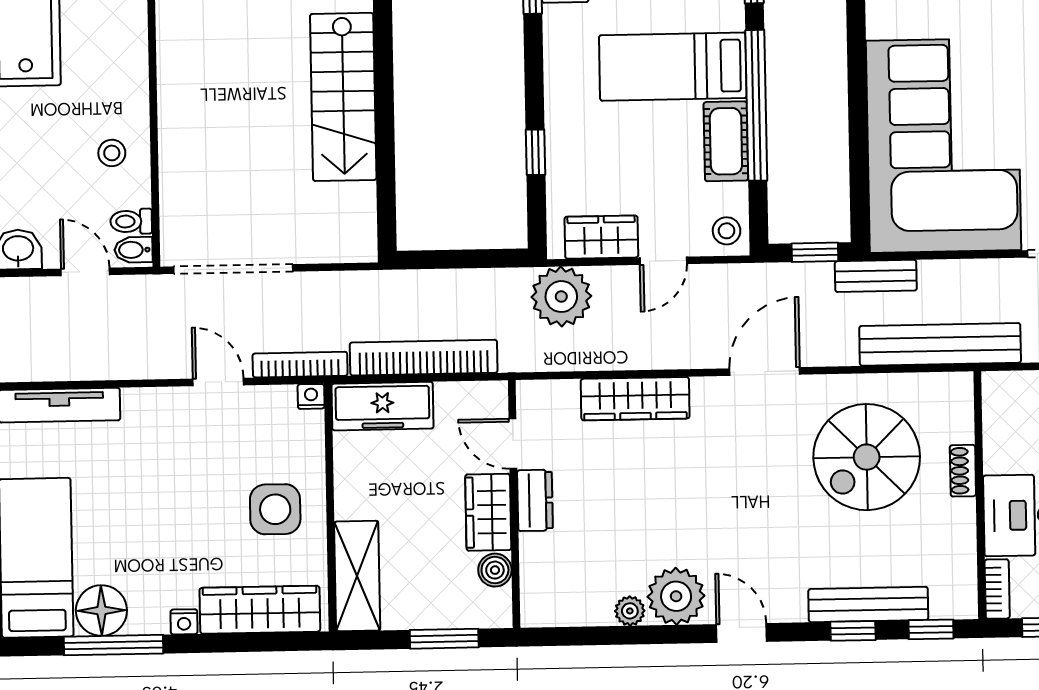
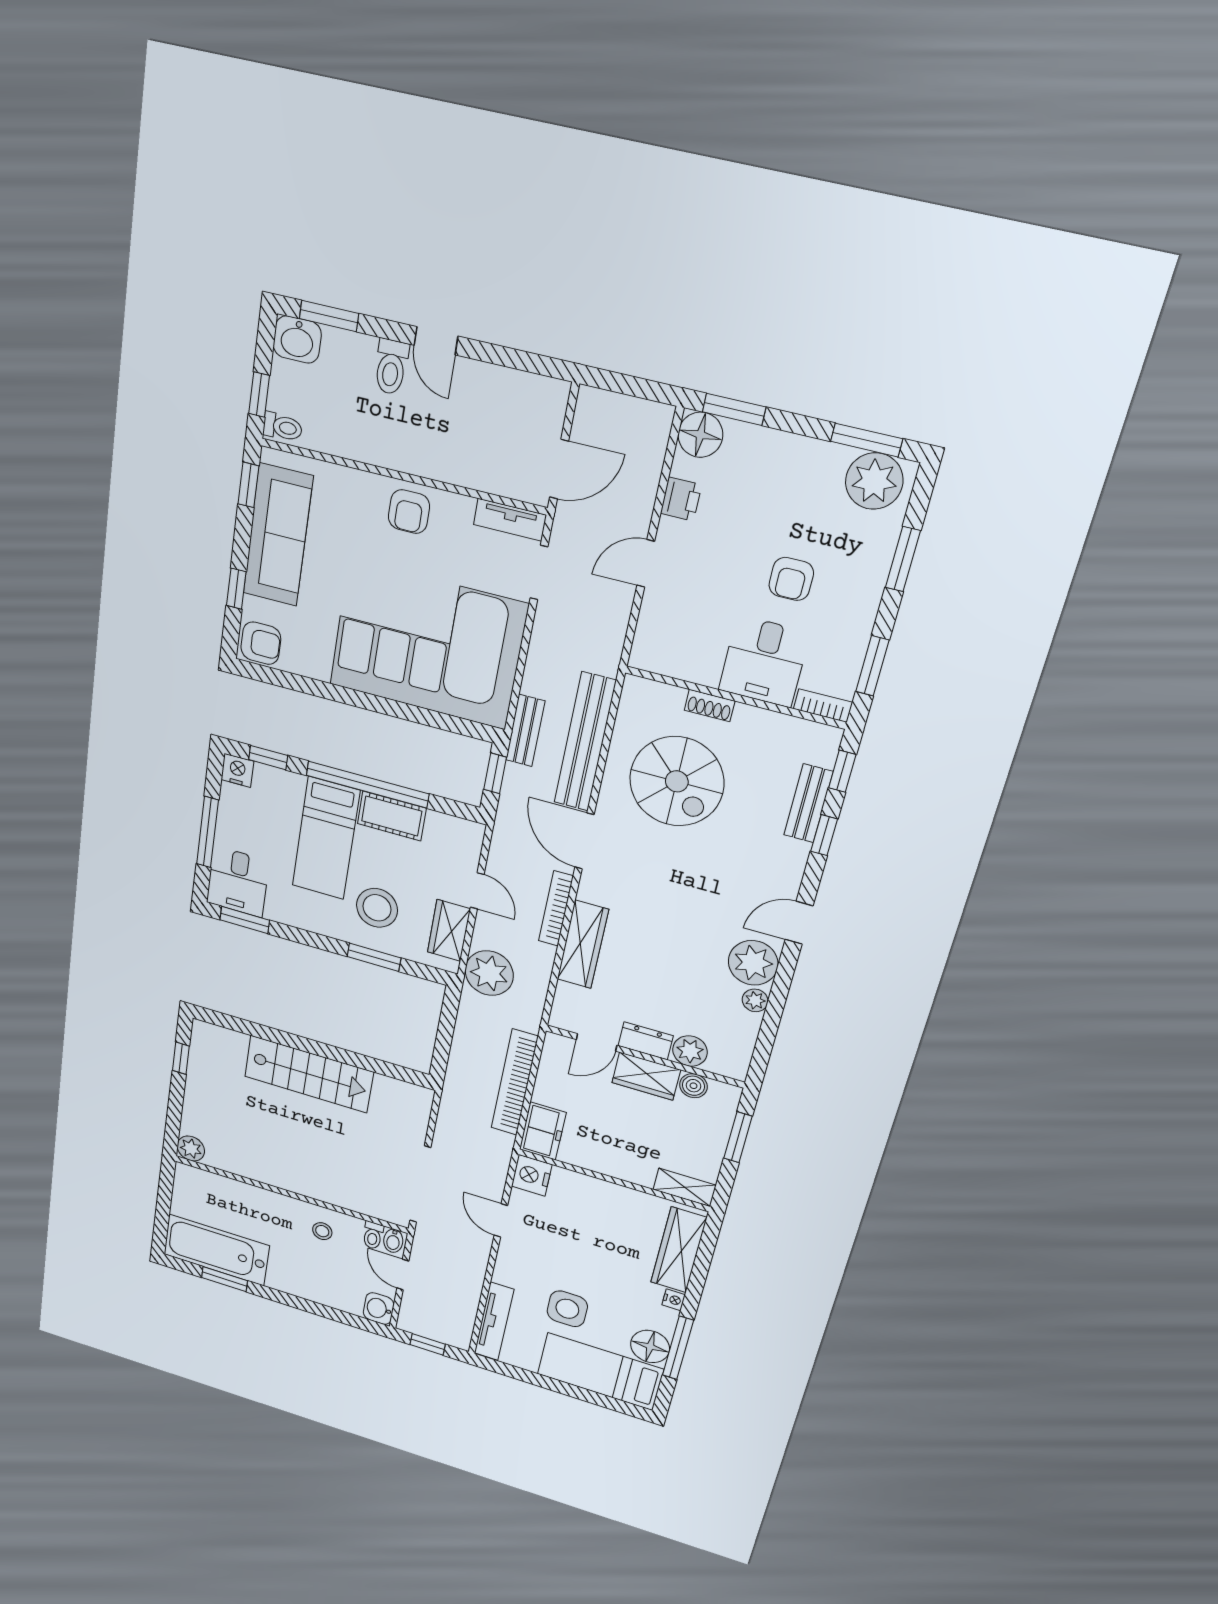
window: (535, 152) -> (374, 957), width x1.50
stool: (727, 231) -> (377, 908), moved, width x1.89, depth x1.89
door: (85, 272) -> (403, 1275), hinge flipped
bench: (940, 344) -> (585, 742), moved
bookcase: (300, 365) -> (556, 908), moved
door: (218, 382) -> (501, 1220), hinge flipped
nightstand: (311, 396) -> (532, 1175), width x1.89, depth x1.79
freezer: (383, 406) -> (543, 1131), width x0.71
side table: (275, 509) -> (567, 1309), moved
plant: (539, 555) -> (690, 1051), added
shelving: (357, 576) -> (685, 1187), width x0.67, depth x0.75
bench: (868, 604) -> (808, 803), width x0.73

